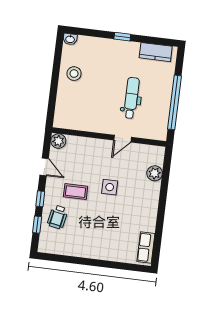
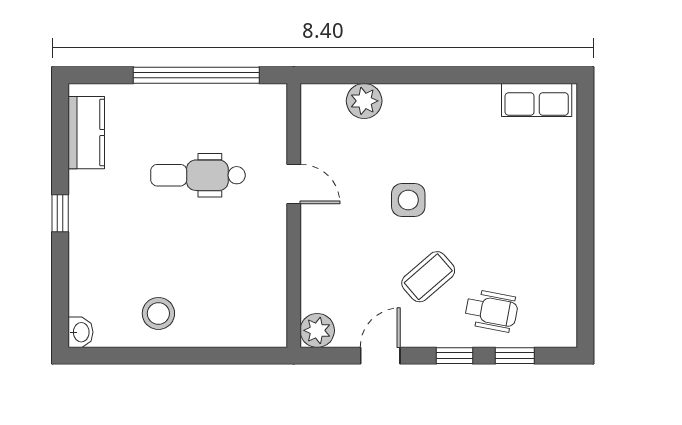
coffee table: (76, 192) -> (428, 277), turned 49

